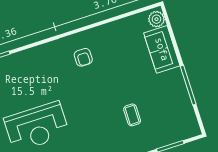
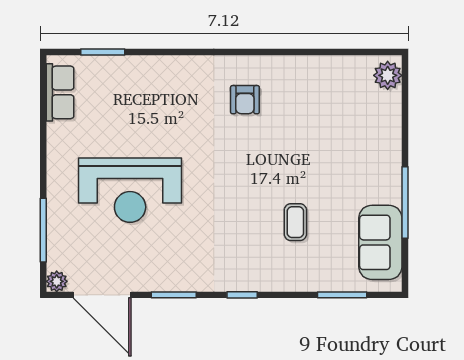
sofa: (162, 49) -> (380, 242), moved

